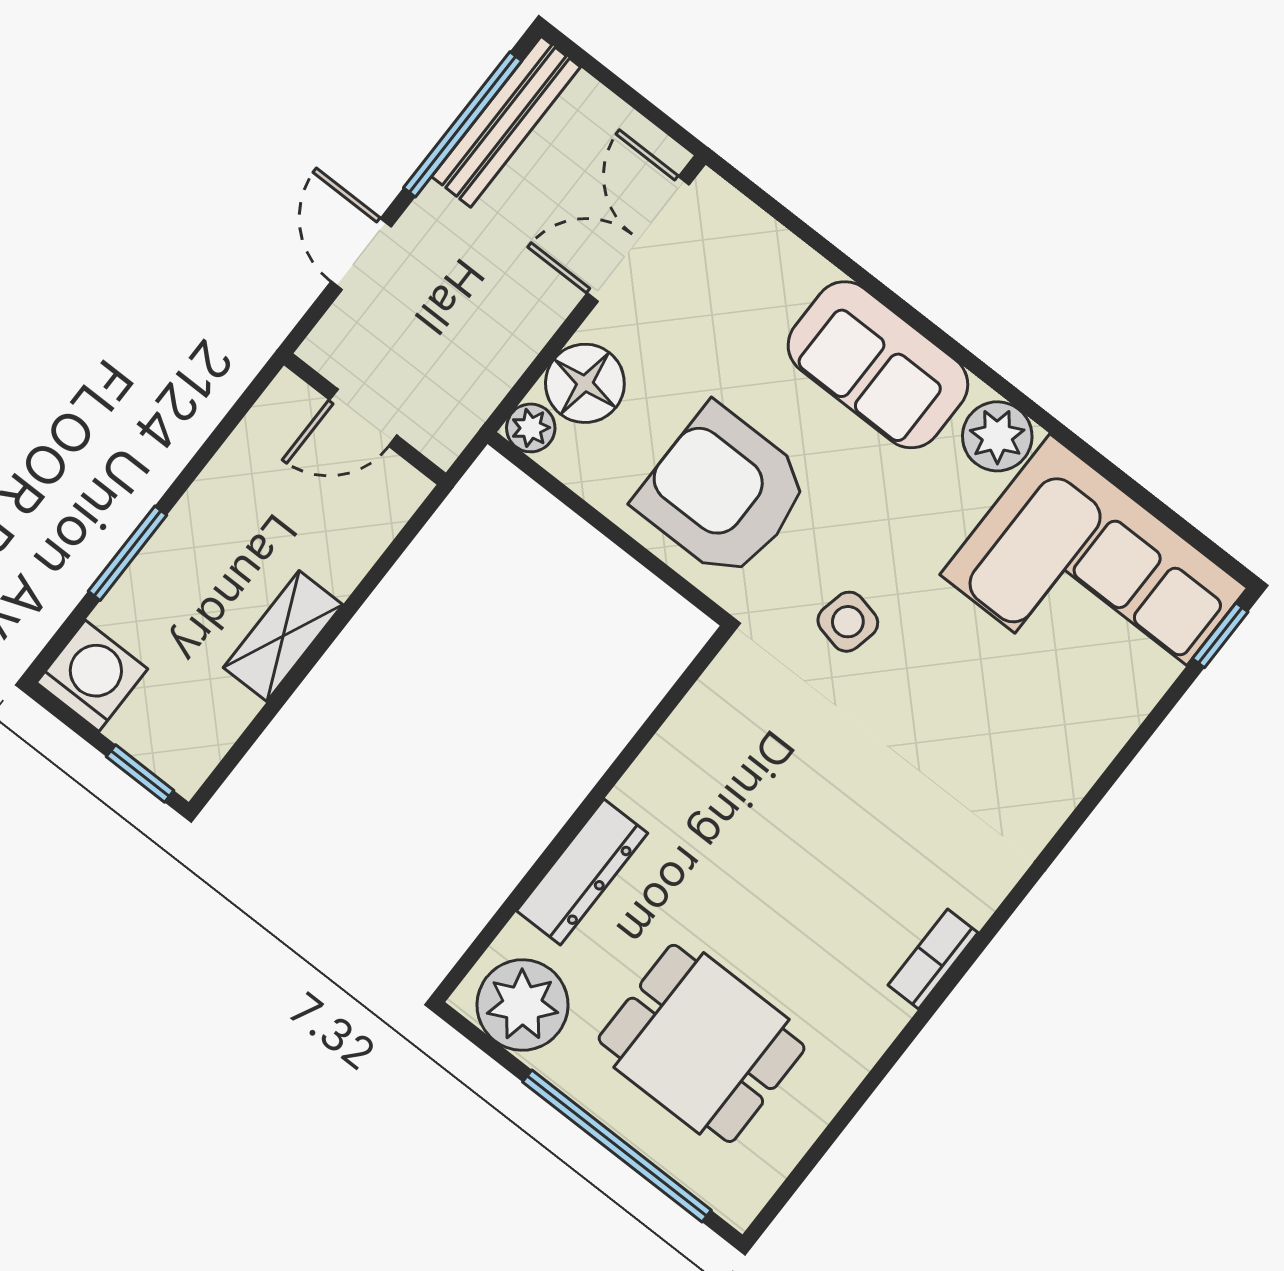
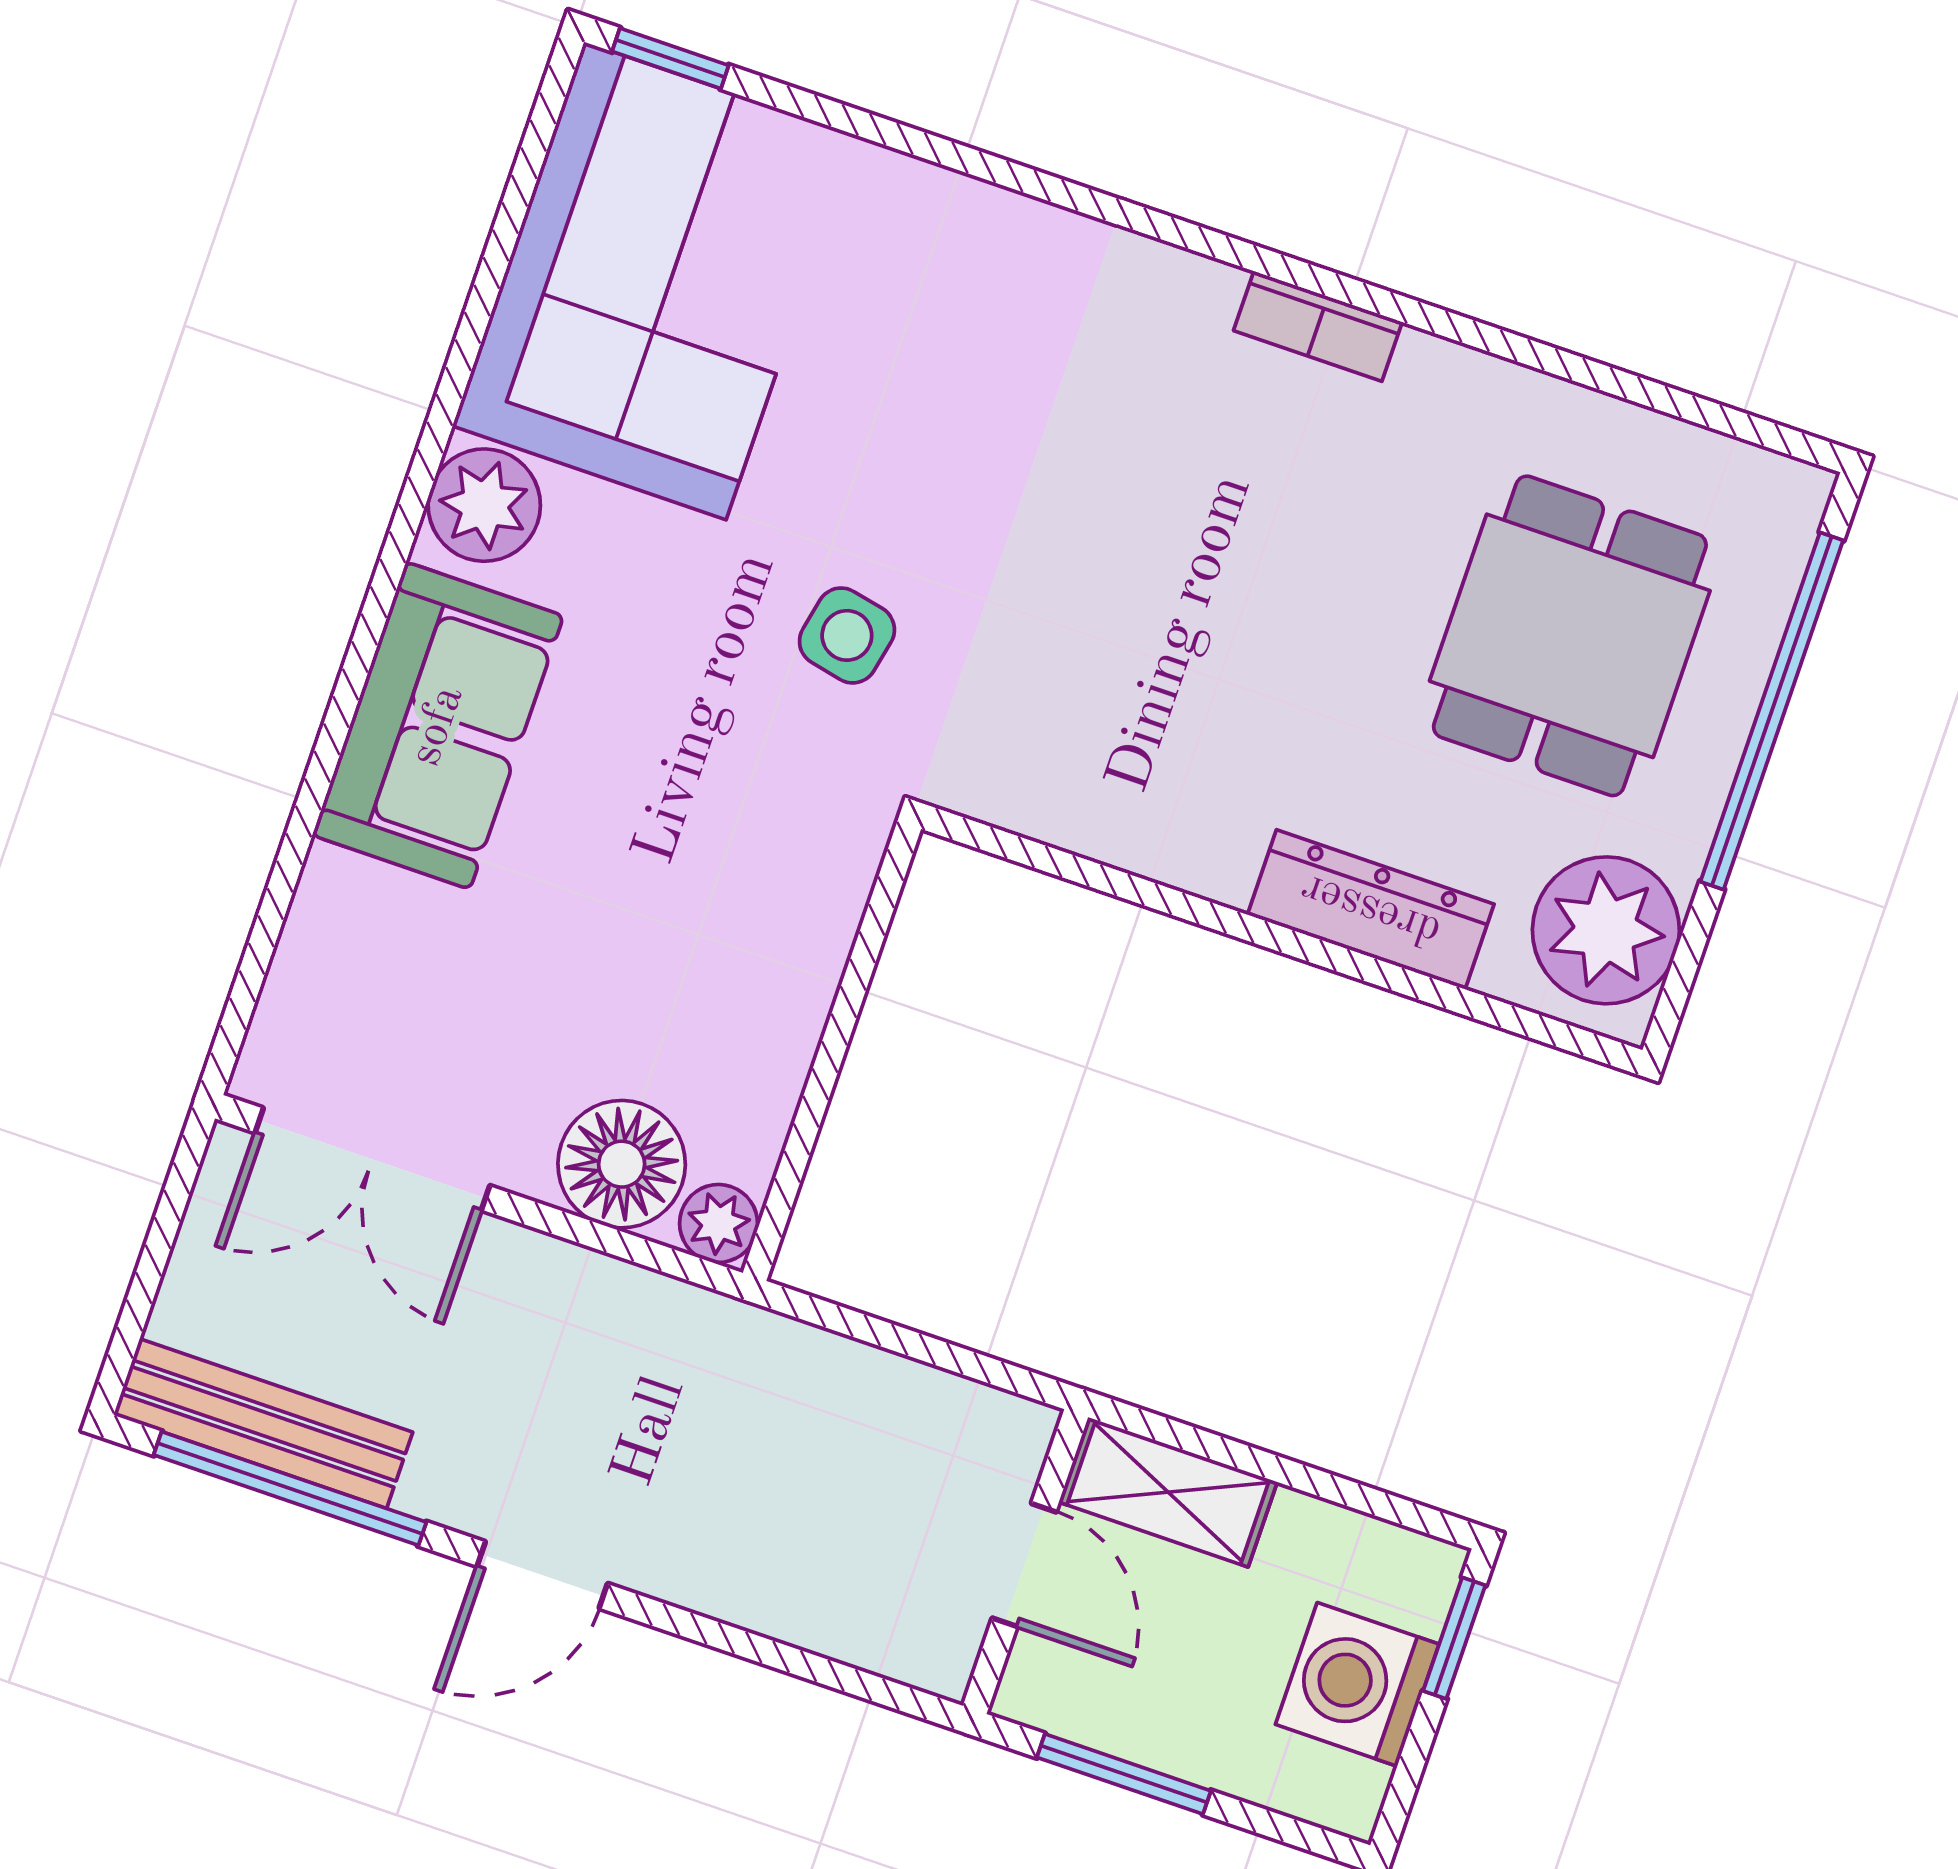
door: (363, 418) -> (1024, 1565), moved
wall: (365, 419) -> (1025, 1562), moved
armchair: (723, 492) -> (715, 895), removed
washing machine: (92, 676) -> (1357, 1684), moved

